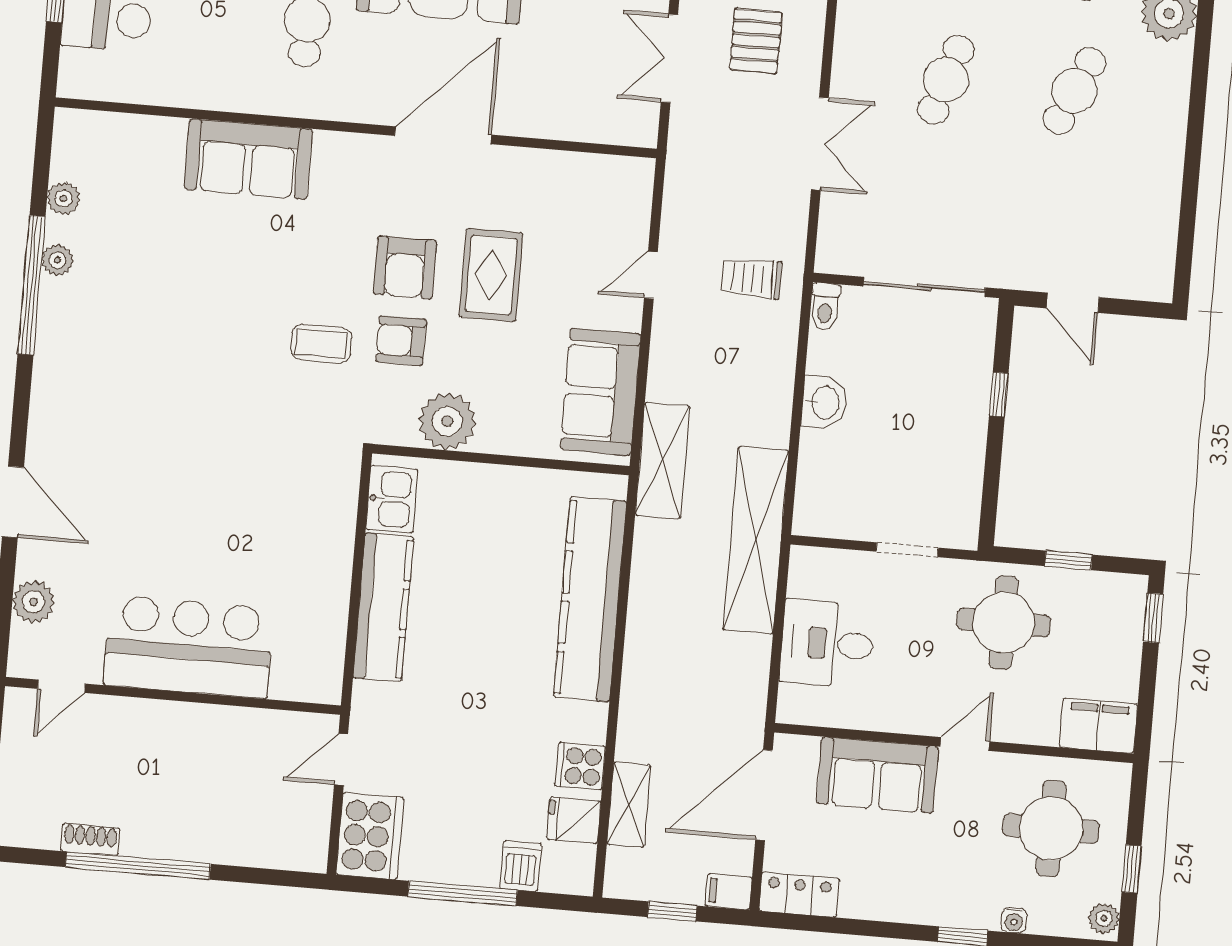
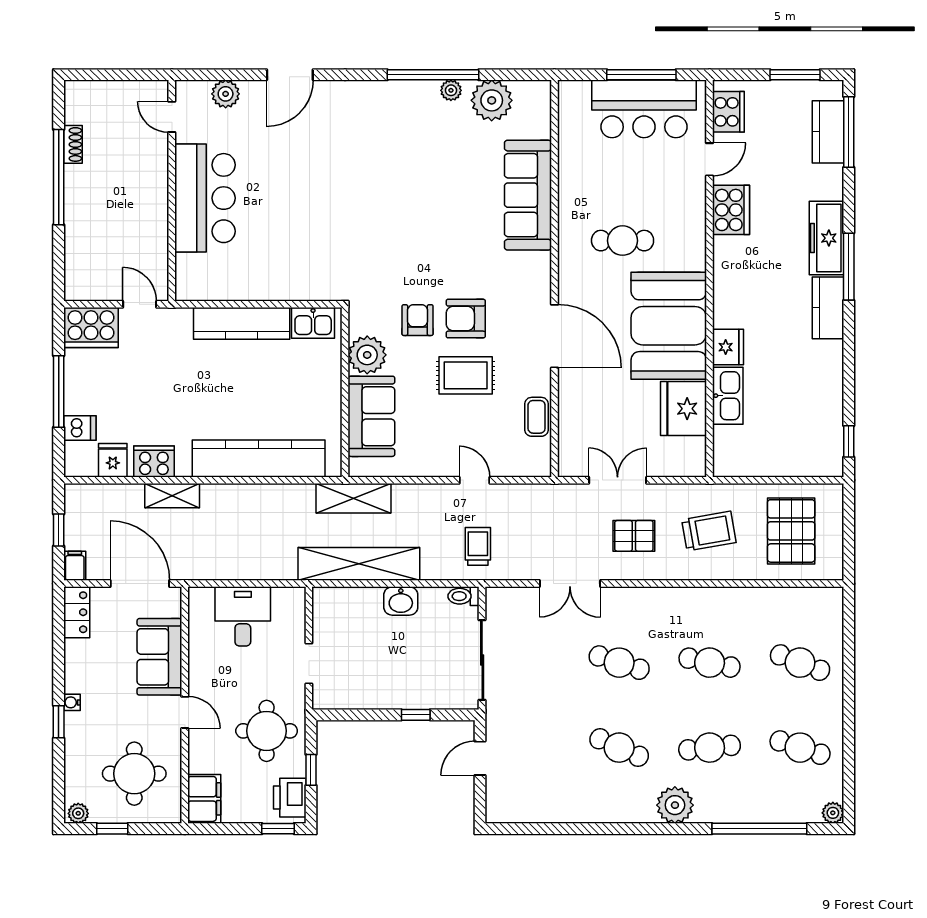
sofa: (248, 159) -> (528, 195), width x1.36
plant: (63, 198) -> (492, 100), width x1.87, depth x1.87
coffee table: (321, 344) -> (537, 417), moved
sofa: (601, 392) -> (371, 416), moved, turned 90
shelving: (756, 540) -> (359, 564), moved
printer: (1107, 596) -> (290, 798), added
cooker: (580, 766) -> (154, 461), width x1.36
shelving: (629, 805) -> (172, 496), moved
water cooler: (1014, 920) -> (72, 702), moved

